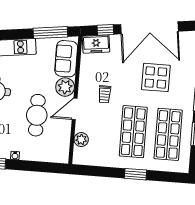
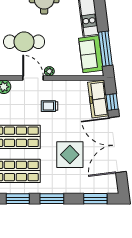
freezer: (96, 44) -> (98, 99), width x1.40
sofa: (66, 59) -> (91, 54), moved, turned -97
plant: (65, 87) -> (49, 71), width x0.53, depth x0.53

